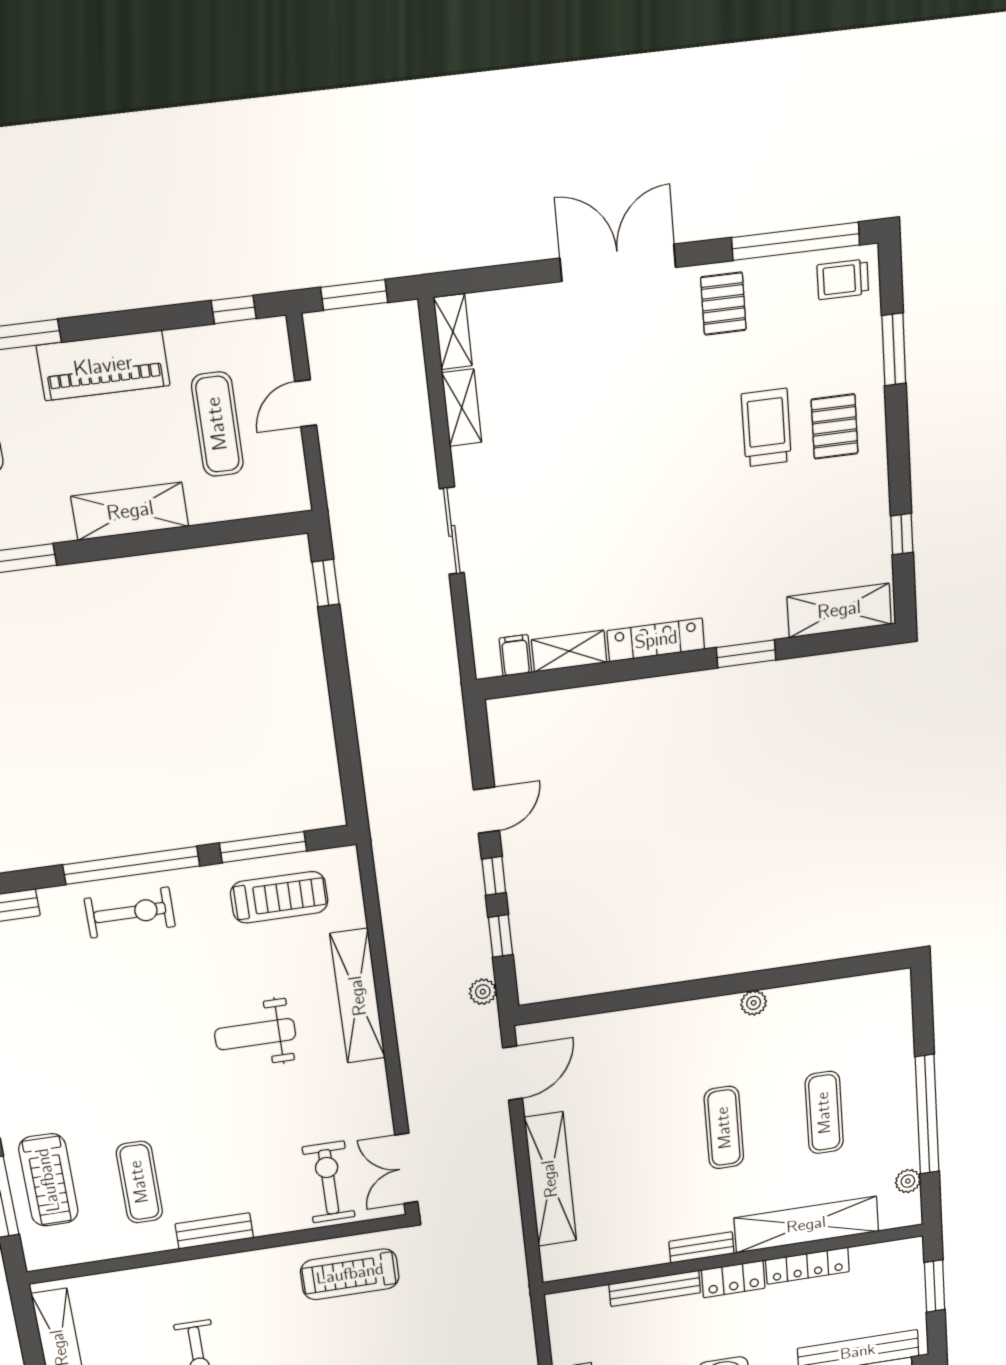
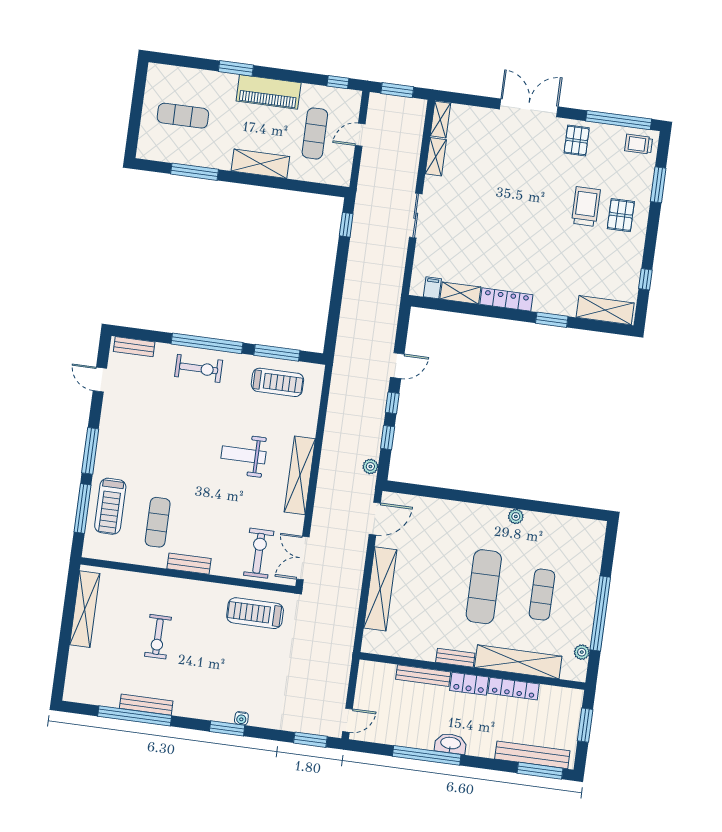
shelving: (358, 996) -> (300, 475), moved
exercise mat: (724, 1128) -> (484, 587), width x1.36, depth x1.45

